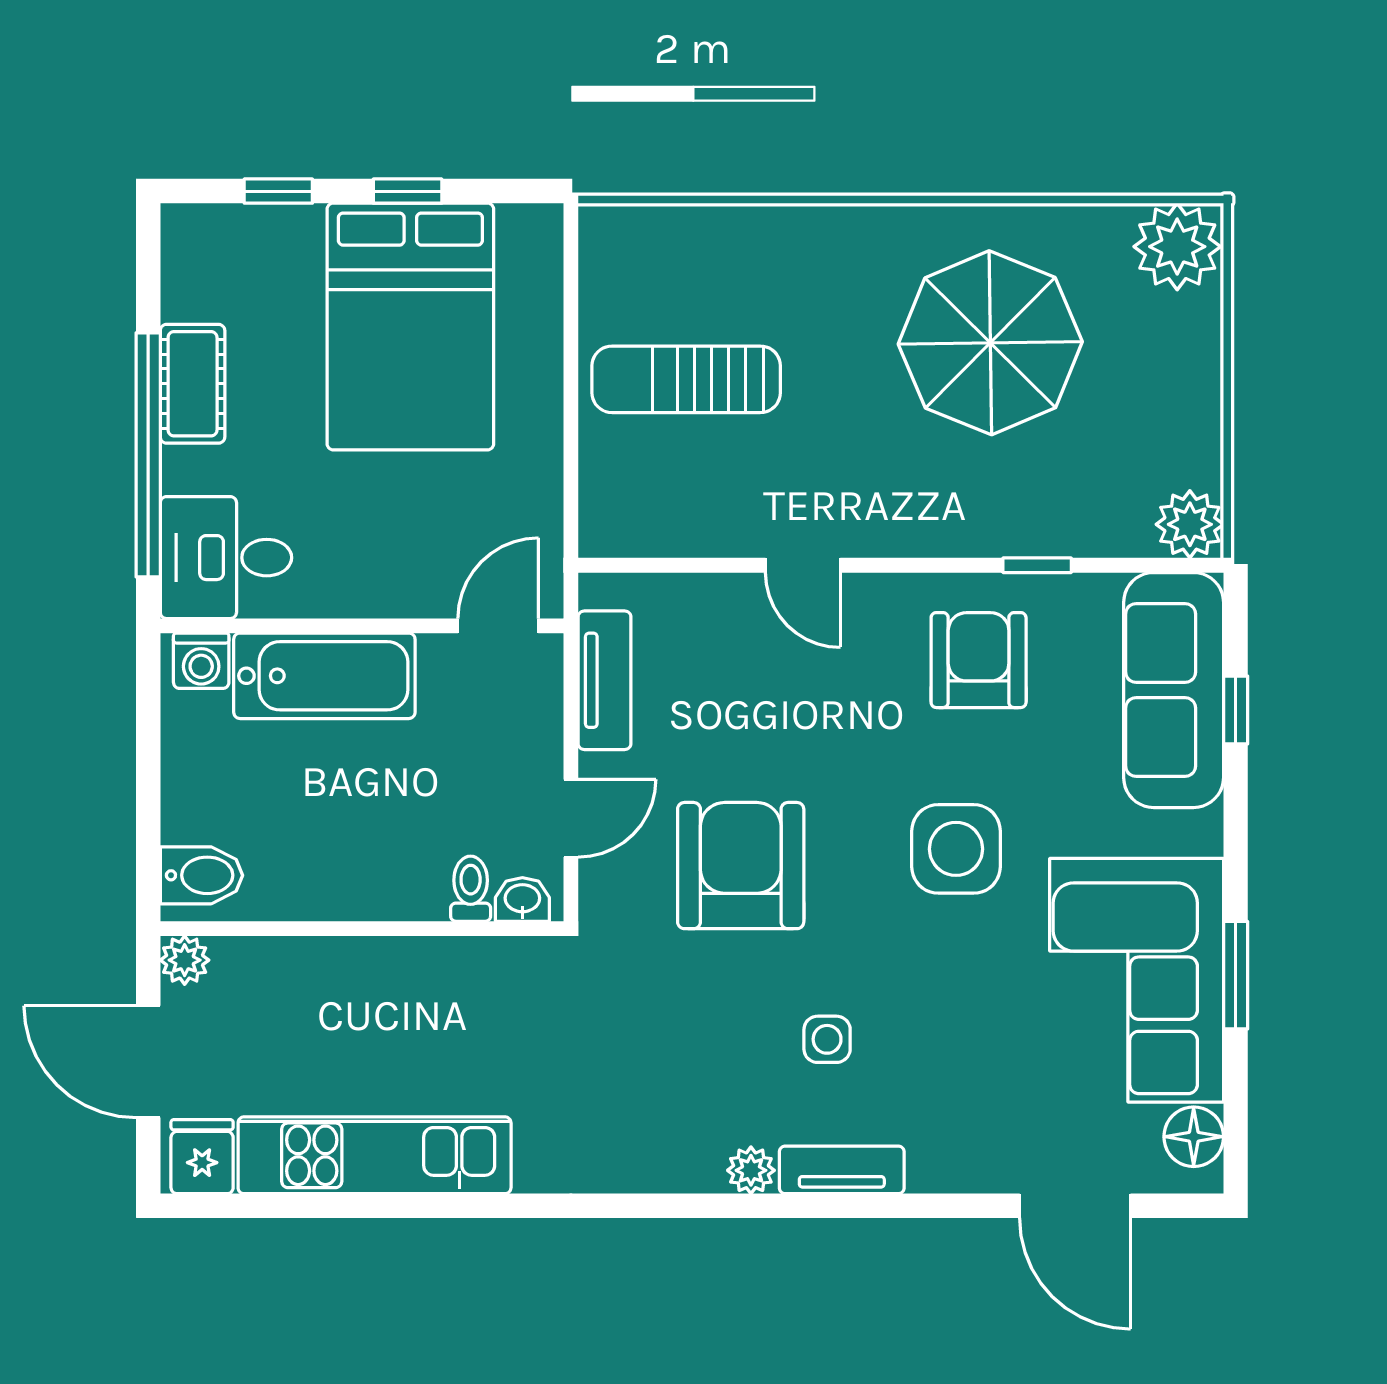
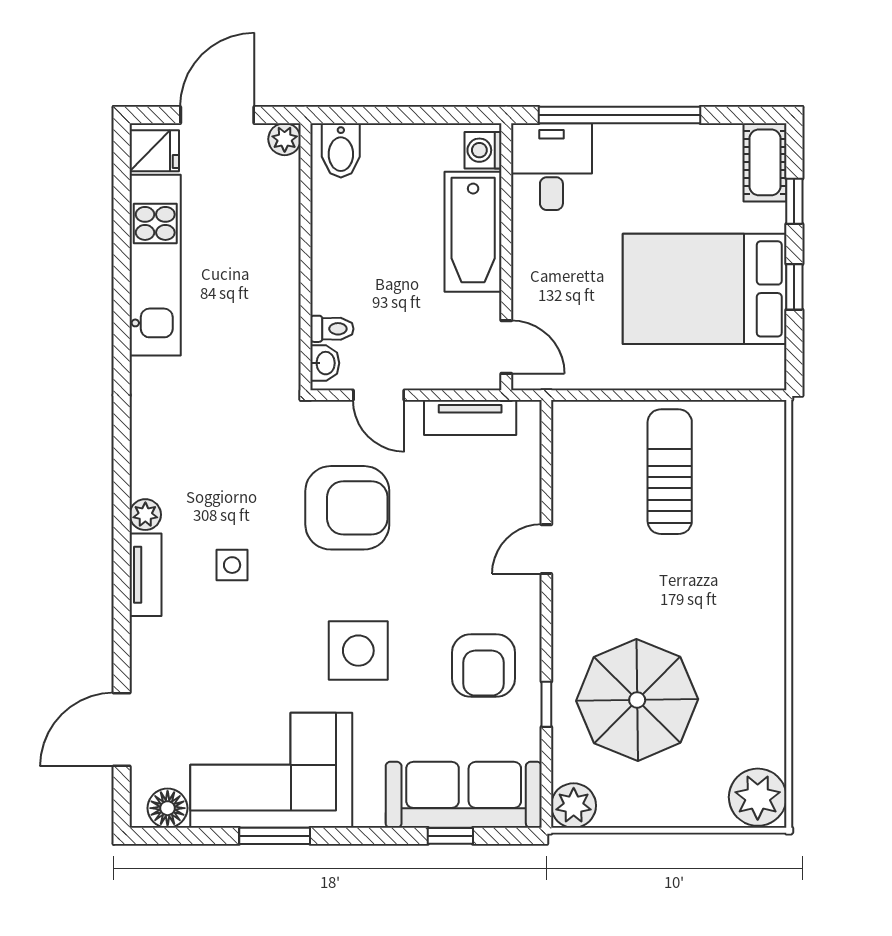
parasol: (990, 343) -> (637, 700), moved
cot: (193, 384) -> (765, 162), moved, turned 90
armchair: (979, 660) -> (483, 666), turned 90

